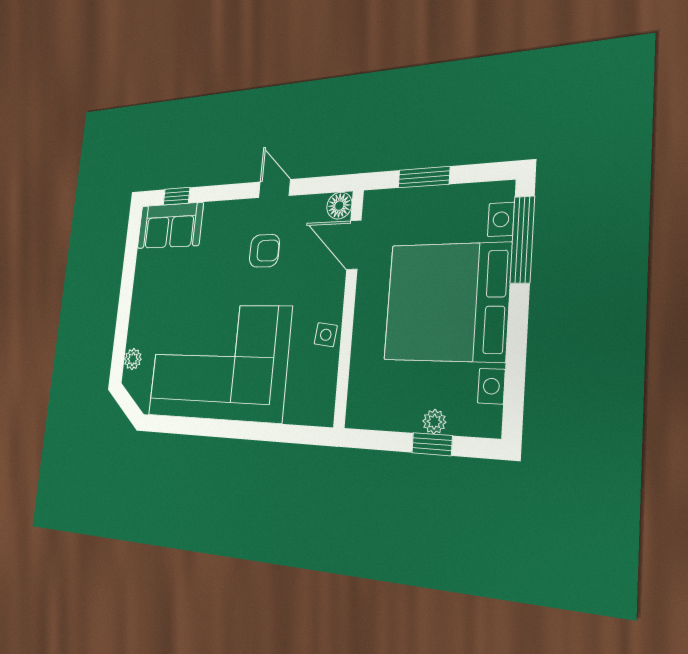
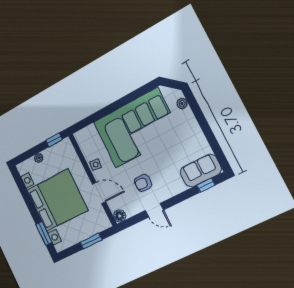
window: (522, 240) -> (44, 233), width x0.69
door: (354, 245) -> (99, 193), moved
window: (432, 444) -> (54, 140), moved

